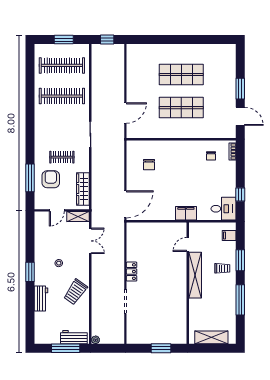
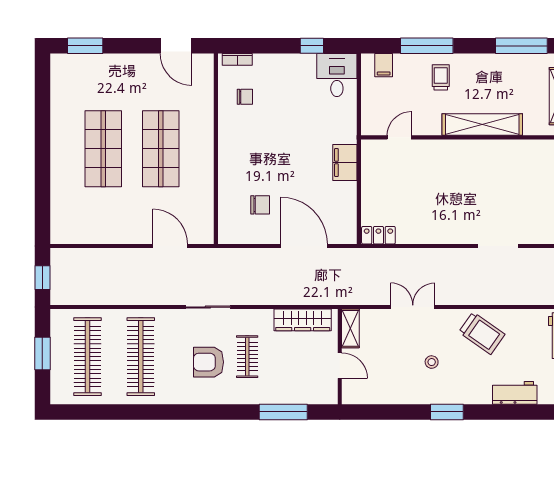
window: (240, 89) -> (85, 46), moved
door: (240, 116) -> (176, 46), swing flipped
armchair: (51, 179) -> (208, 362), moved
door: (125, 204) -> (304, 246), moved
filing cabinet: (186, 213) -> (345, 163), moved
double door: (90, 241) -> (413, 307), moved
door: (188, 244) -> (399, 137), swing flipped
window: (240, 260) -> (427, 46), width x1.44
locker: (132, 272) -> (378, 235), moved
shelving: (195, 275) -> (482, 125), moved
workbench: (41, 299) -> (515, 393), moved
window: (240, 300) -> (521, 46), moved

